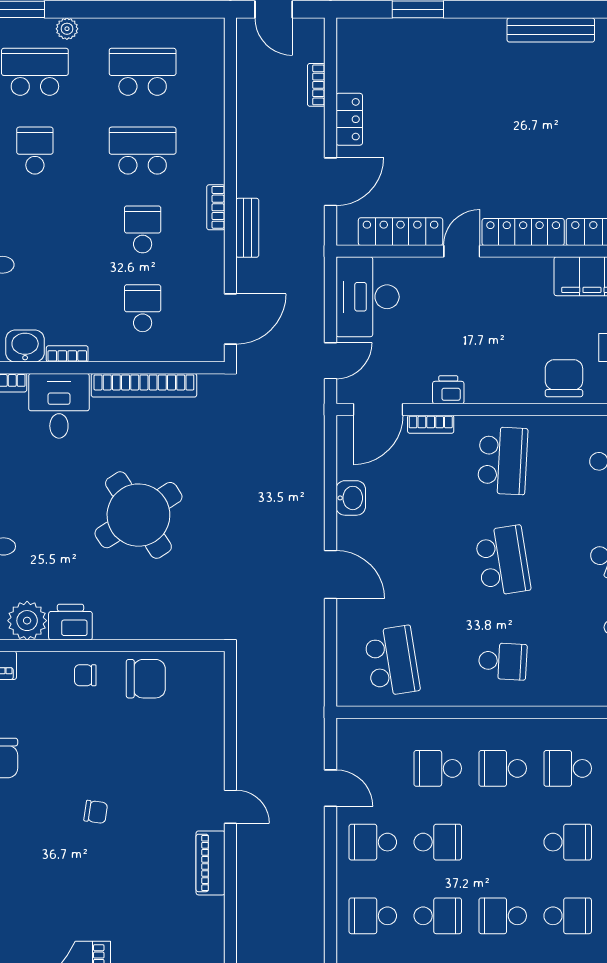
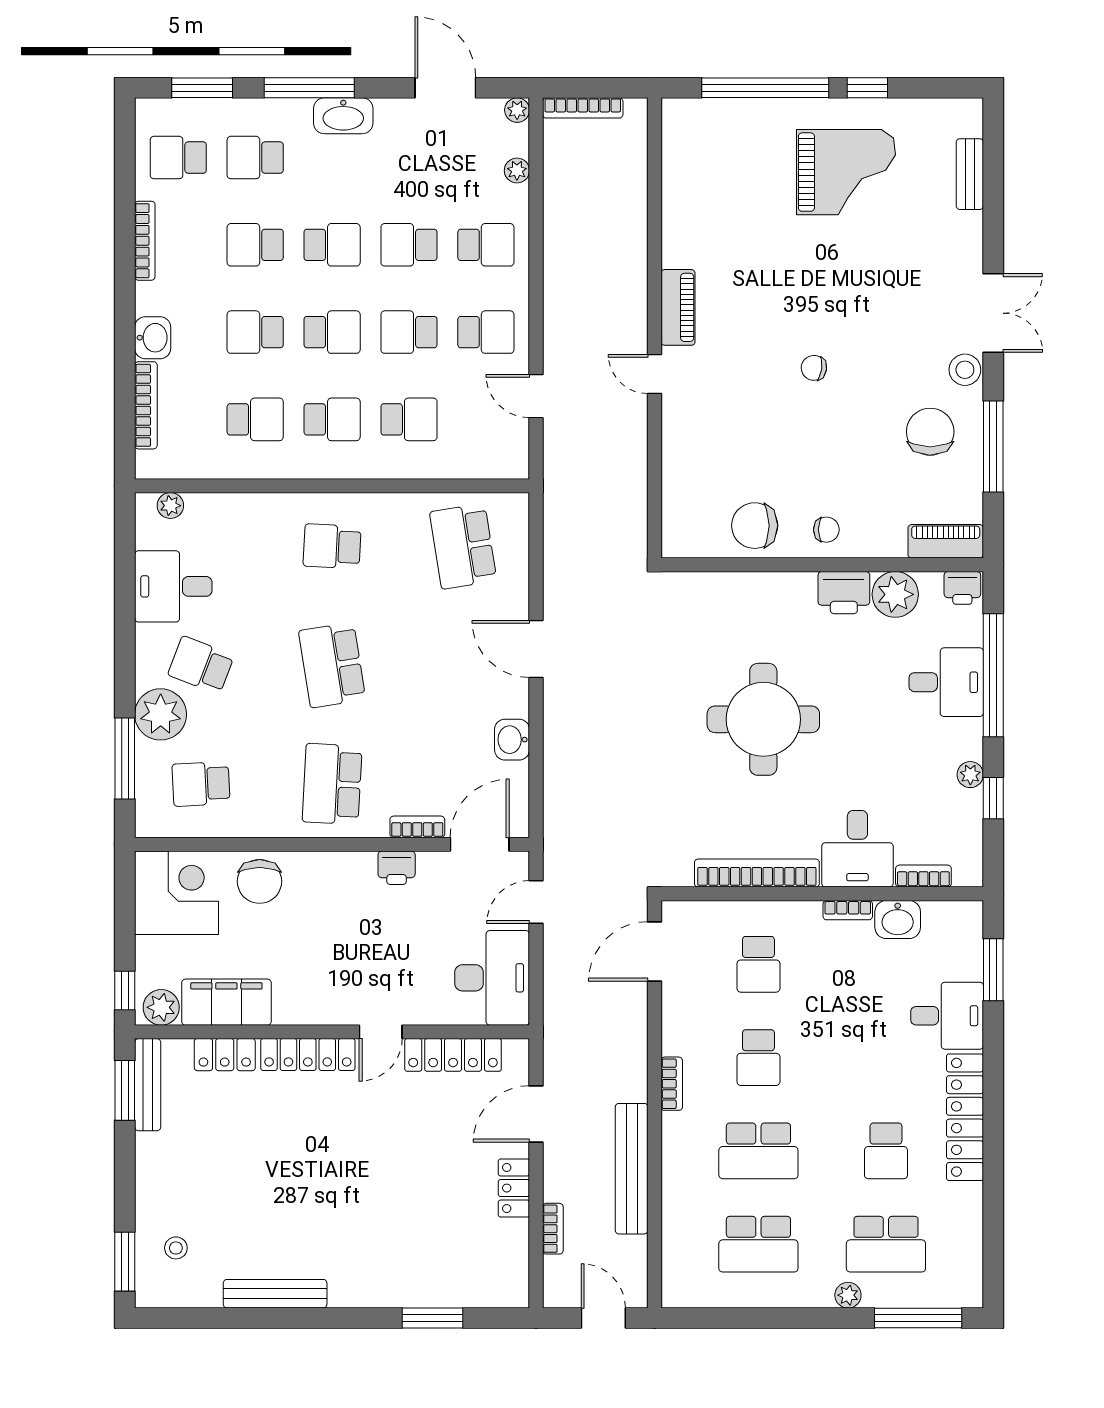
bench: (247, 228) -> (632, 1169), moved, width x1.86, depth x1.21
round table: (138, 515) -> (763, 719), turned 33
school desk: (503, 842) -> (332, 332), added

